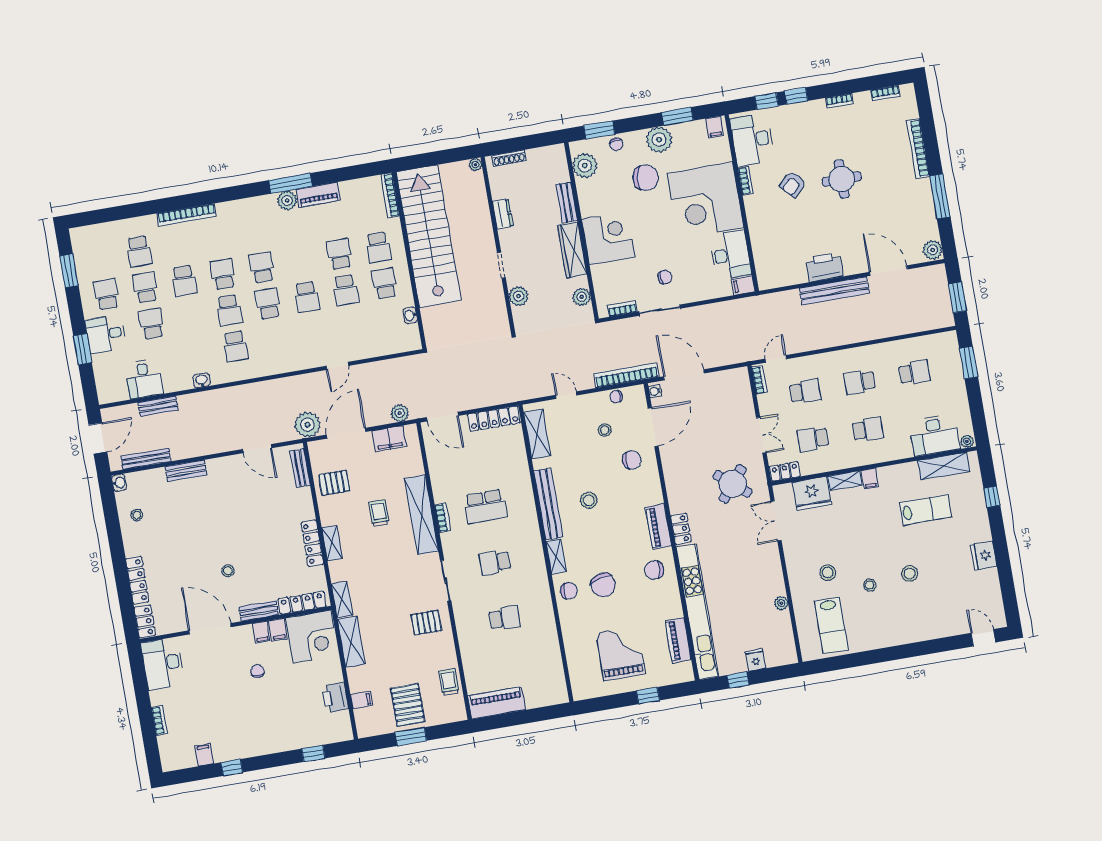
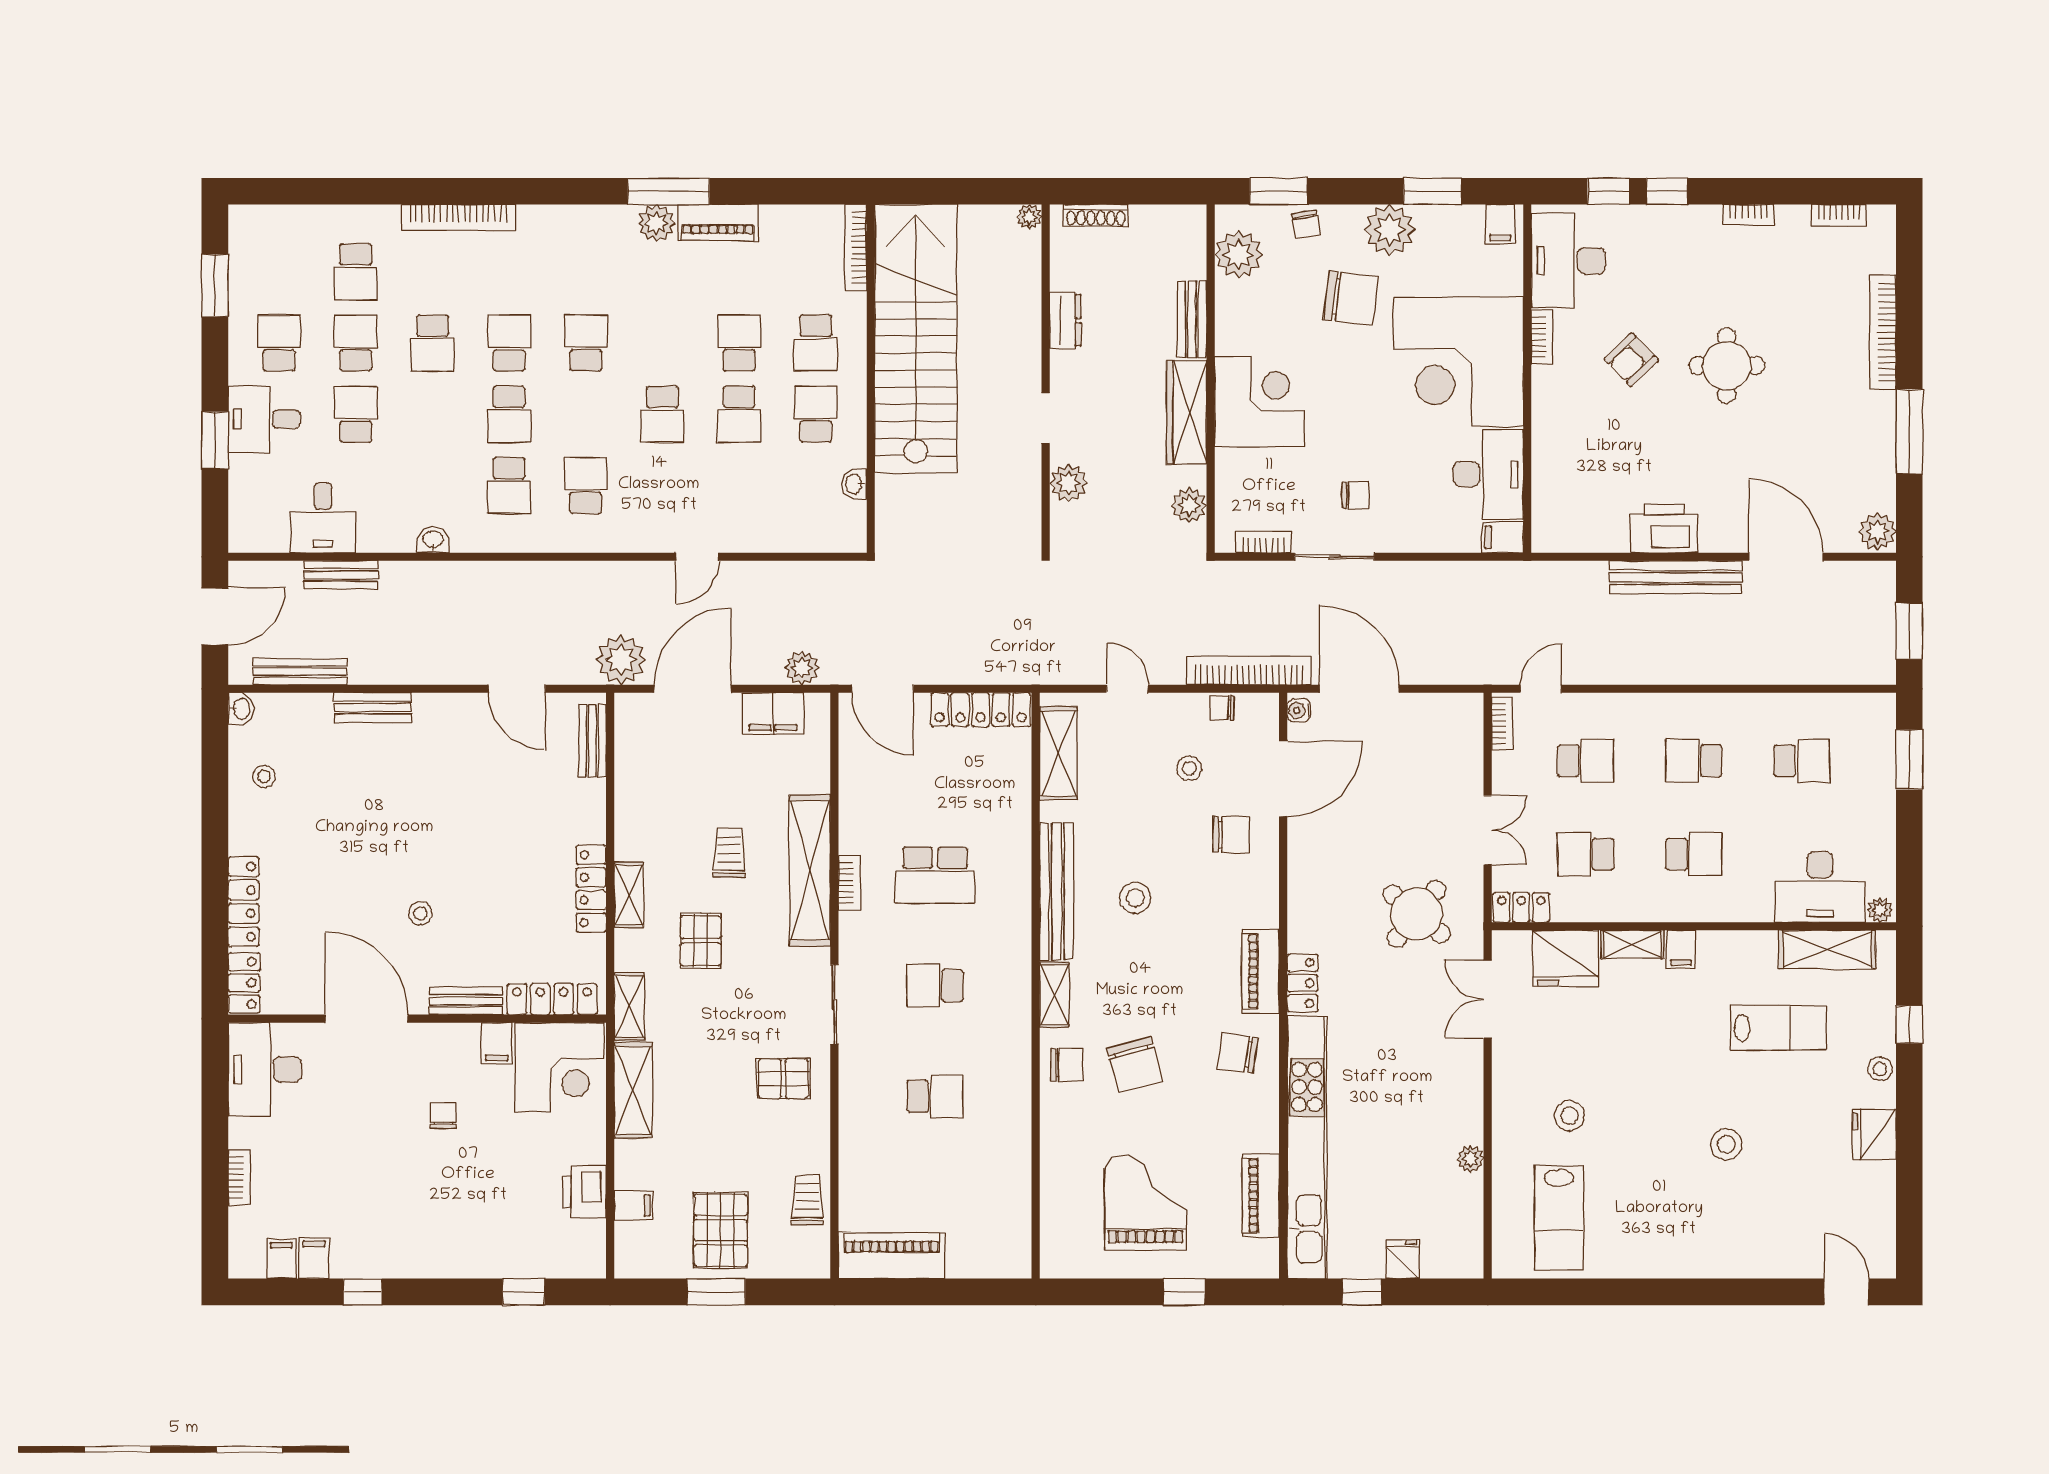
school desk: (268, 303) -> (586, 486), moved
pallet: (334, 483) -> (701, 941), moved, turned 90
stool: (870, 585) -> (1880, 1069), moved
filing cabinet: (261, 632) -> (281, 1259), moved, turned 180

